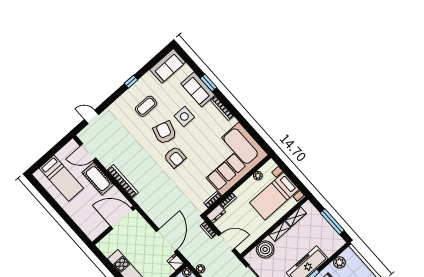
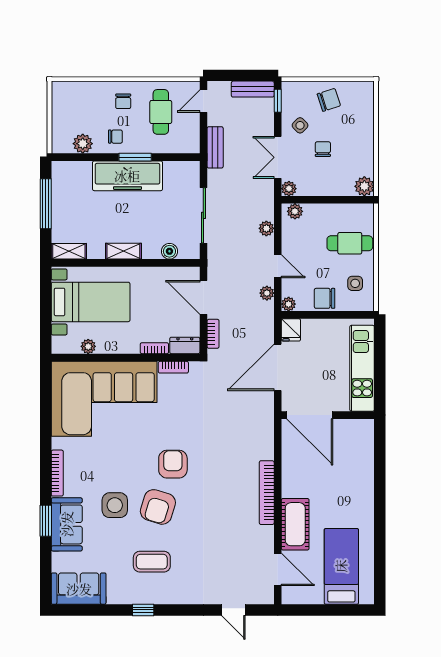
shelving: (296, 217) -> (69, 251), moved
door: (122, 218) -> (310, 415), moved
wall: (114, 225) -> (328, 415), moved
boiler: (265, 249) -> (169, 251), width x0.54, depth x0.54

